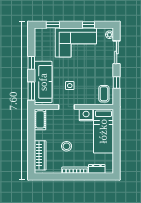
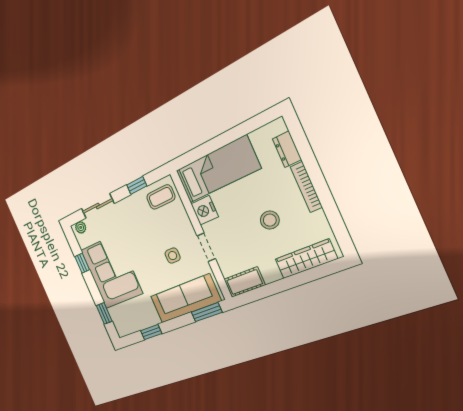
window: (31, 63) -> (151, 332), moved

